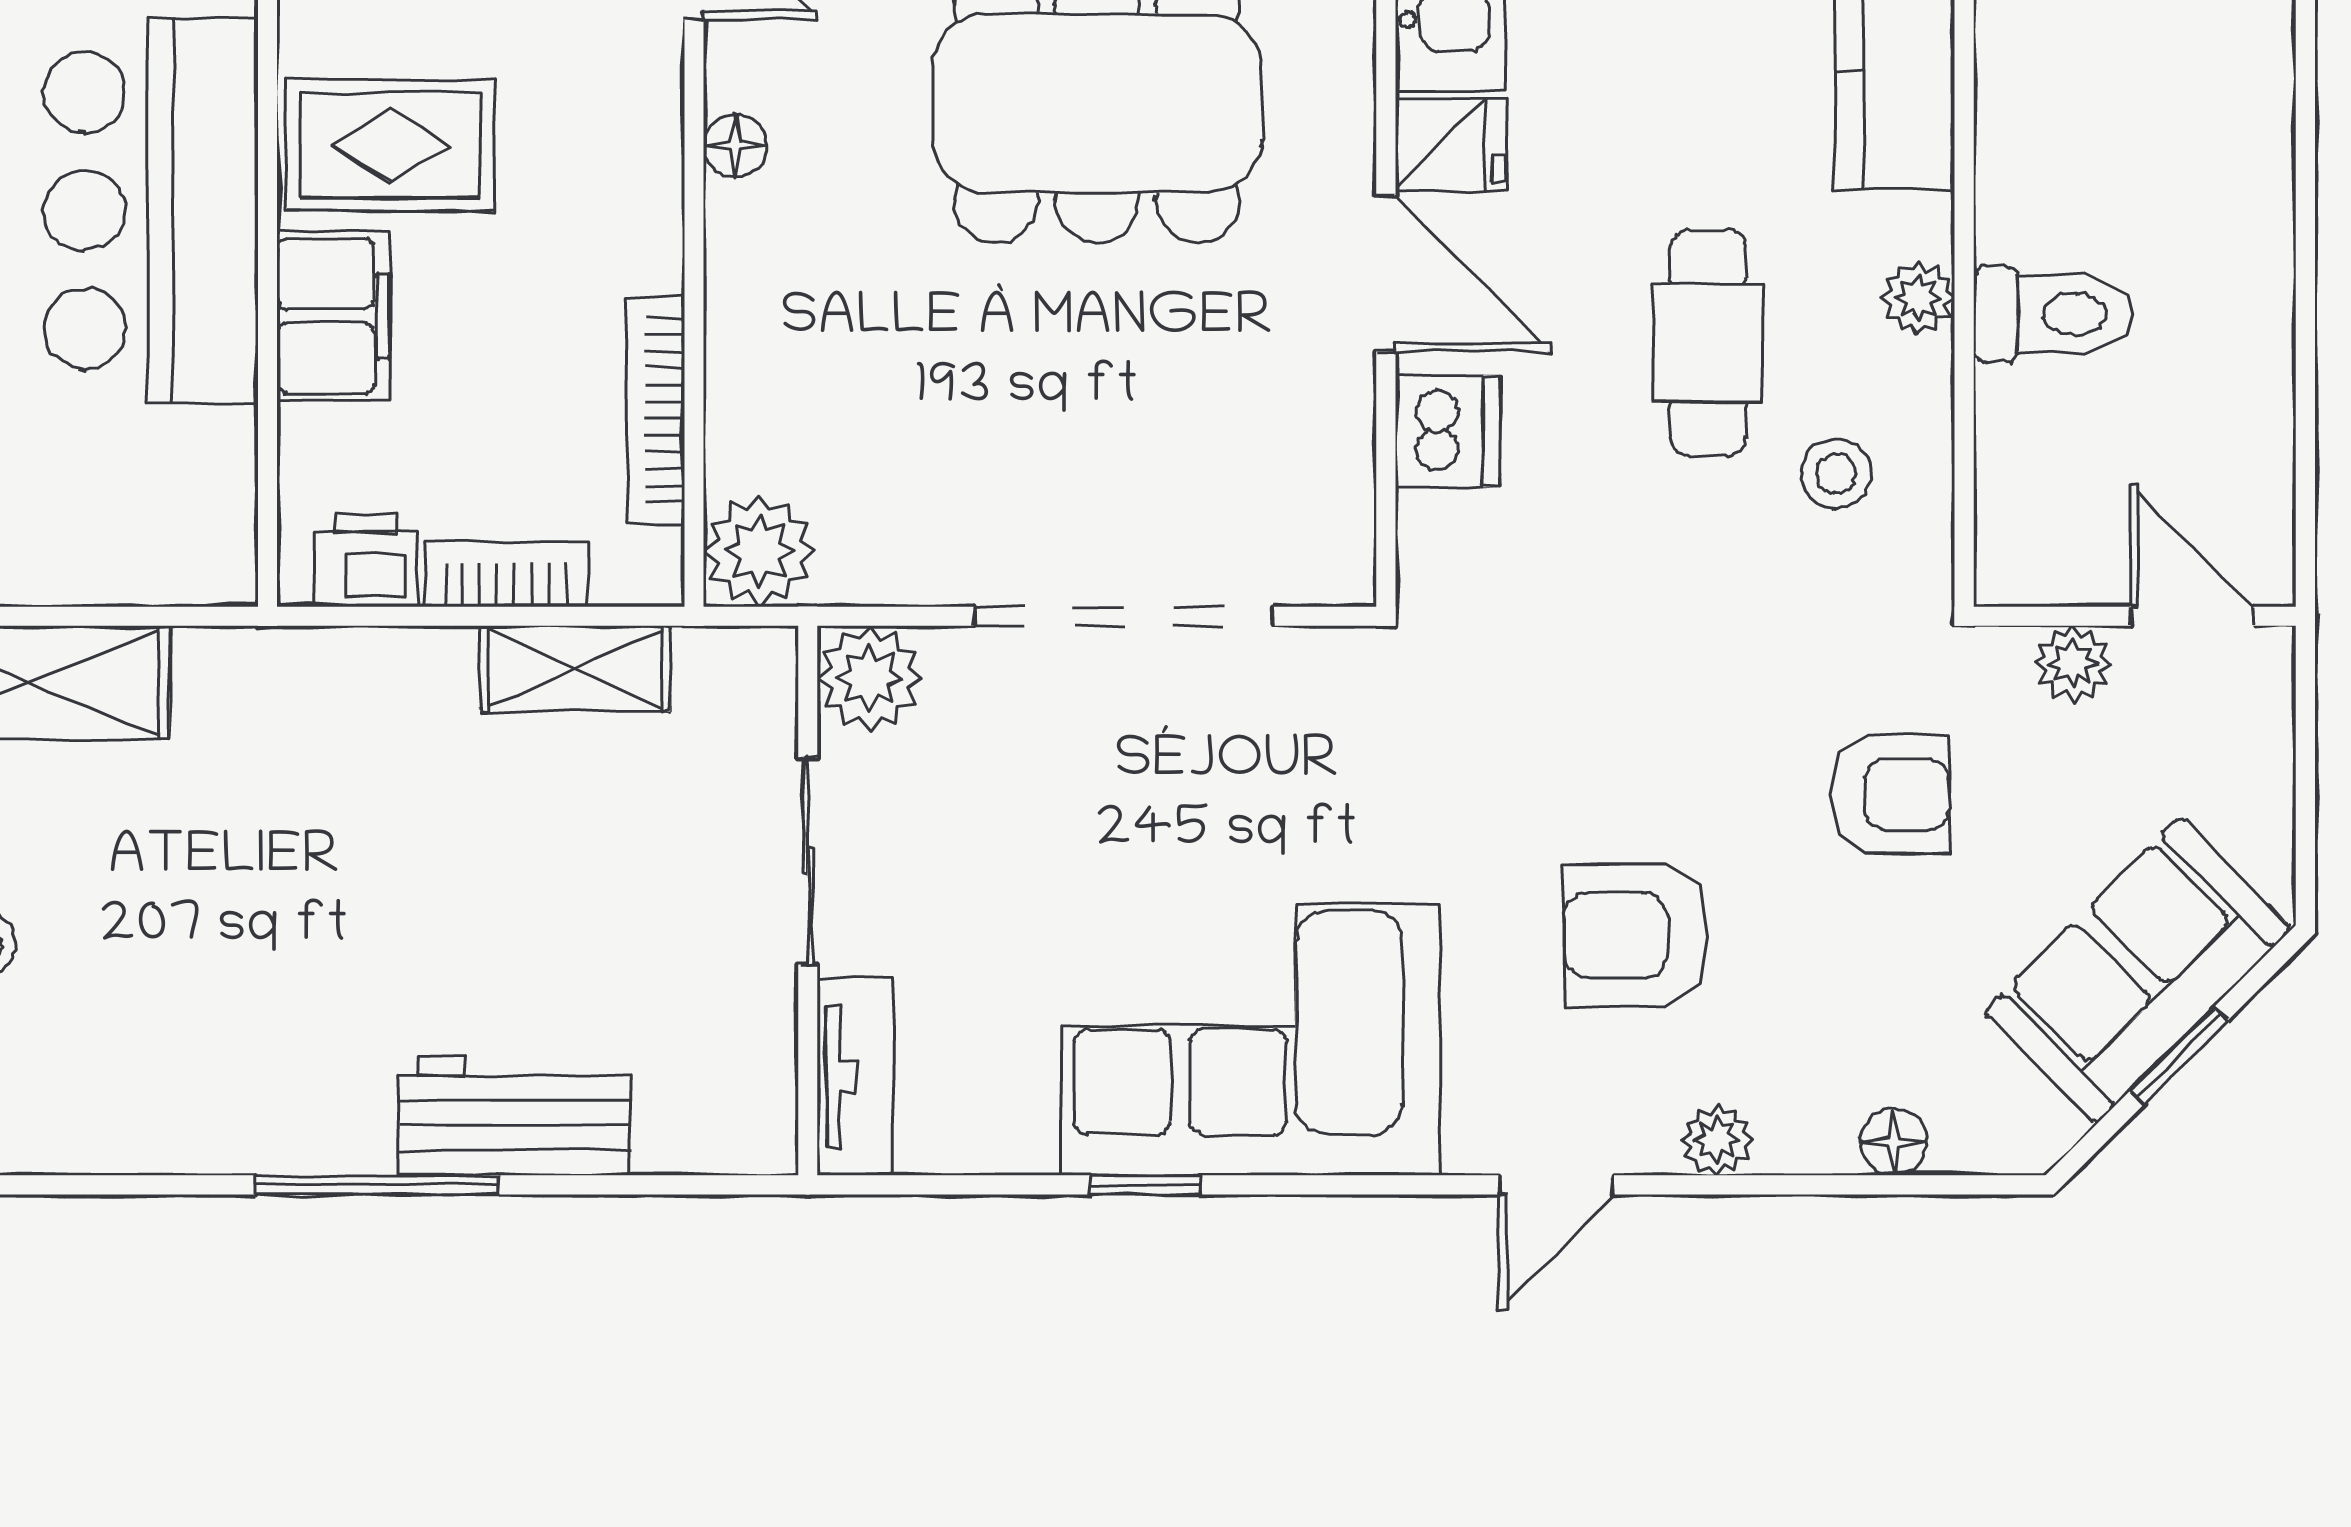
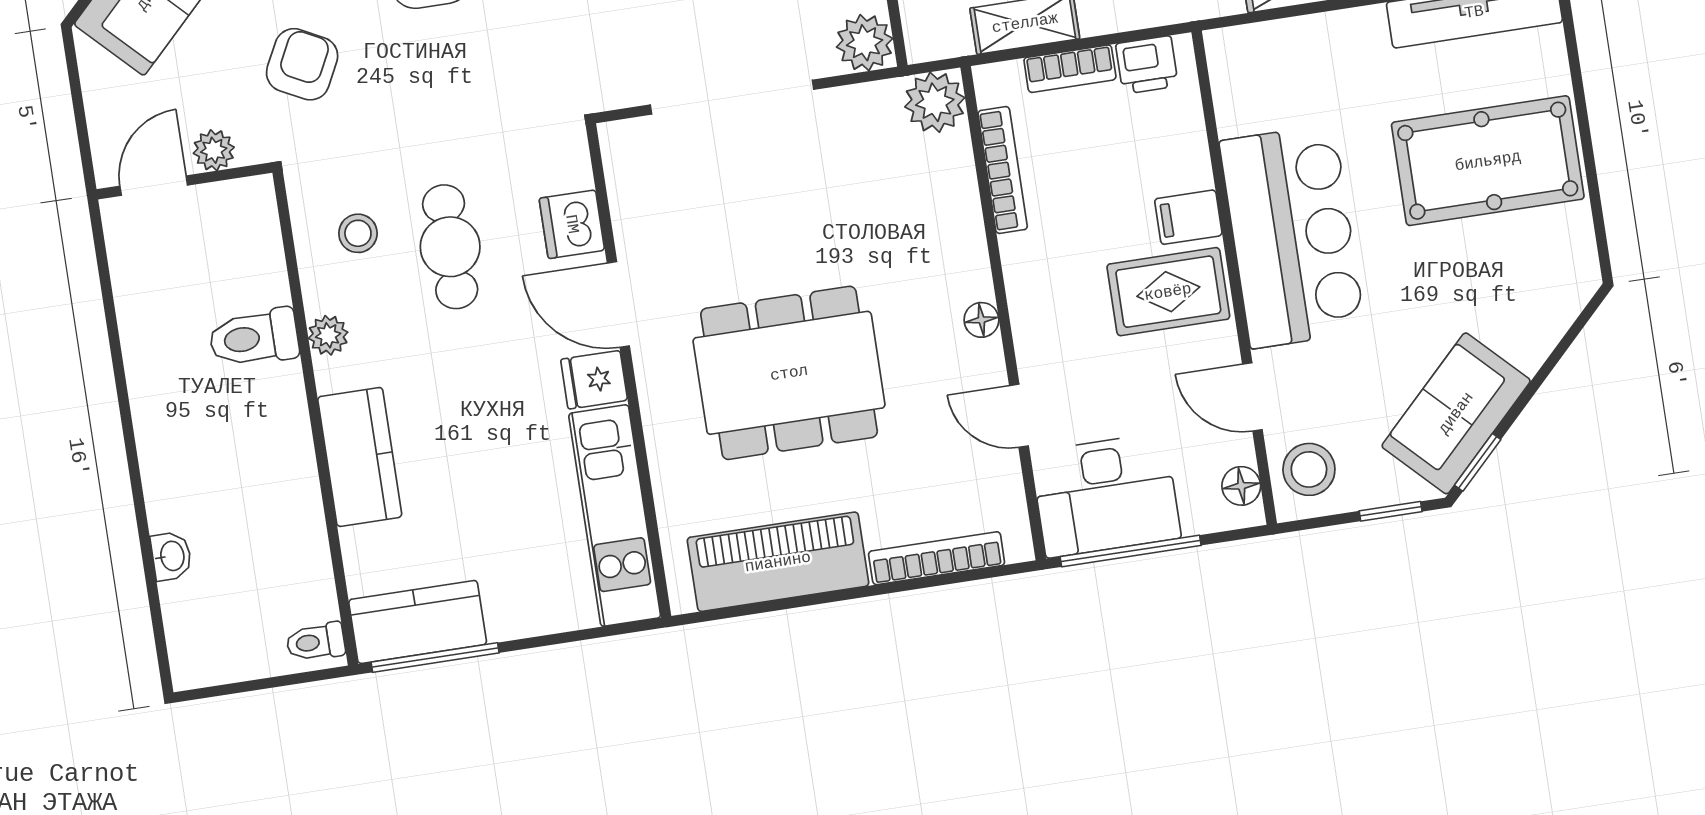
filing cabinet: (333, 316) -> (1188, 217), width x0.50
cafe table: (1708, 343) -> (450, 247), moved
door: (2192, 616) -> (154, 186), swing flipped
armchair: (1890, 794) -> (302, 64), turned 117

